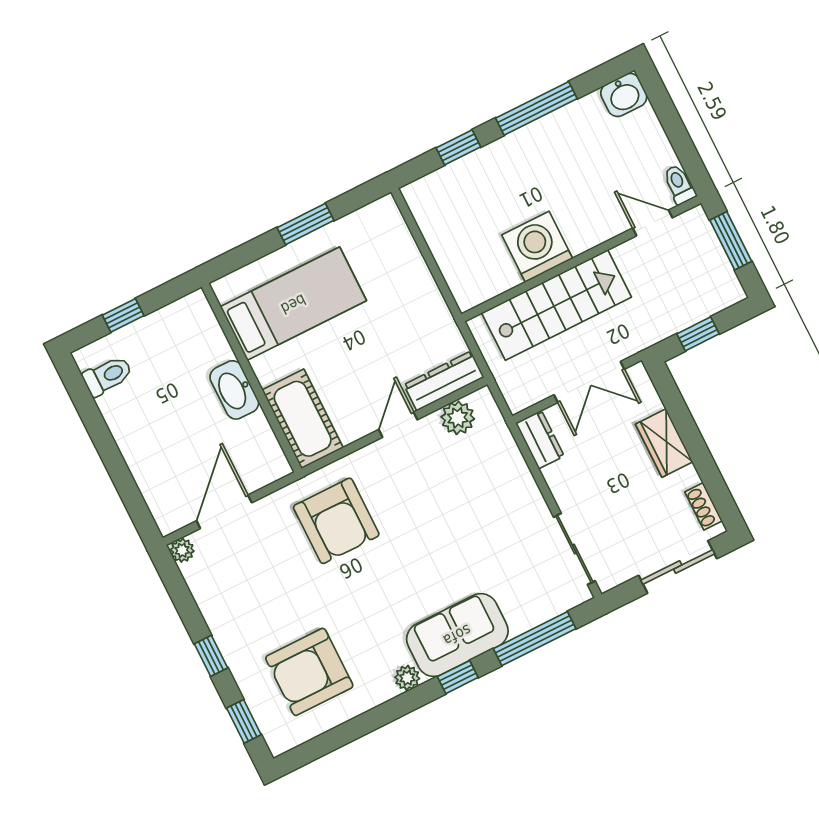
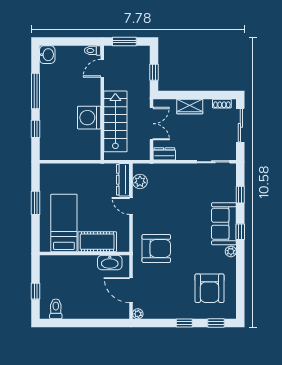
washbasin: (234, 390) -> (110, 263), moved
cot: (303, 419) -> (97, 242), moved
window: (535, 639) -> (240, 195), width x0.46

